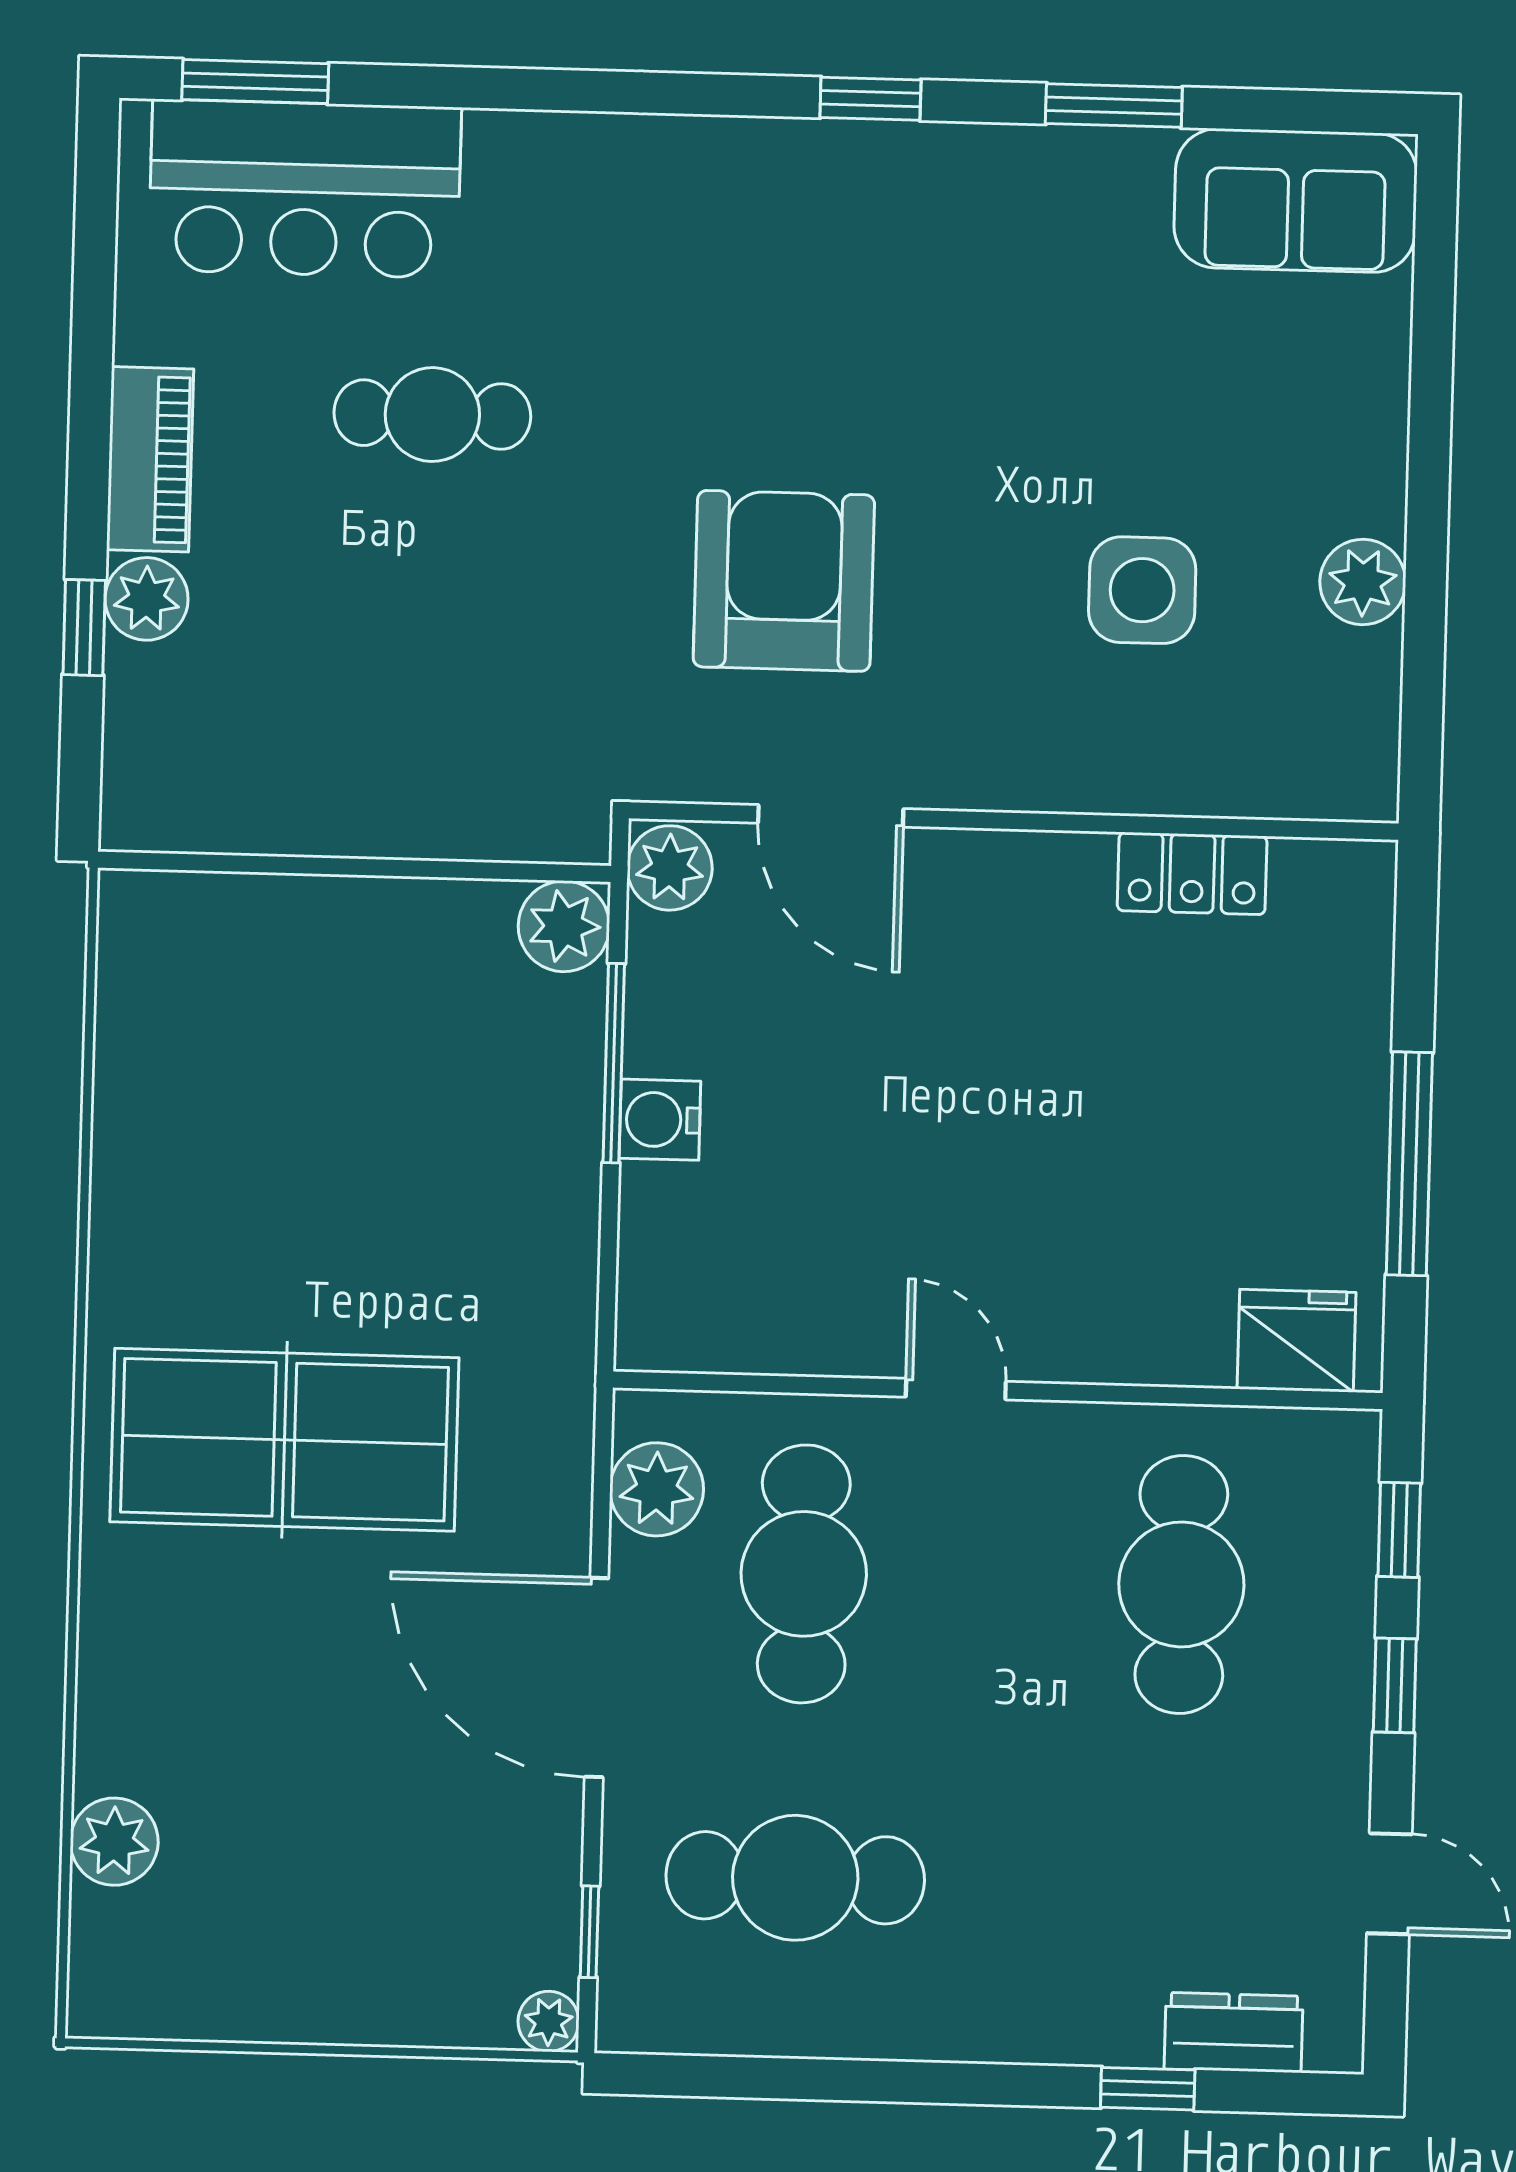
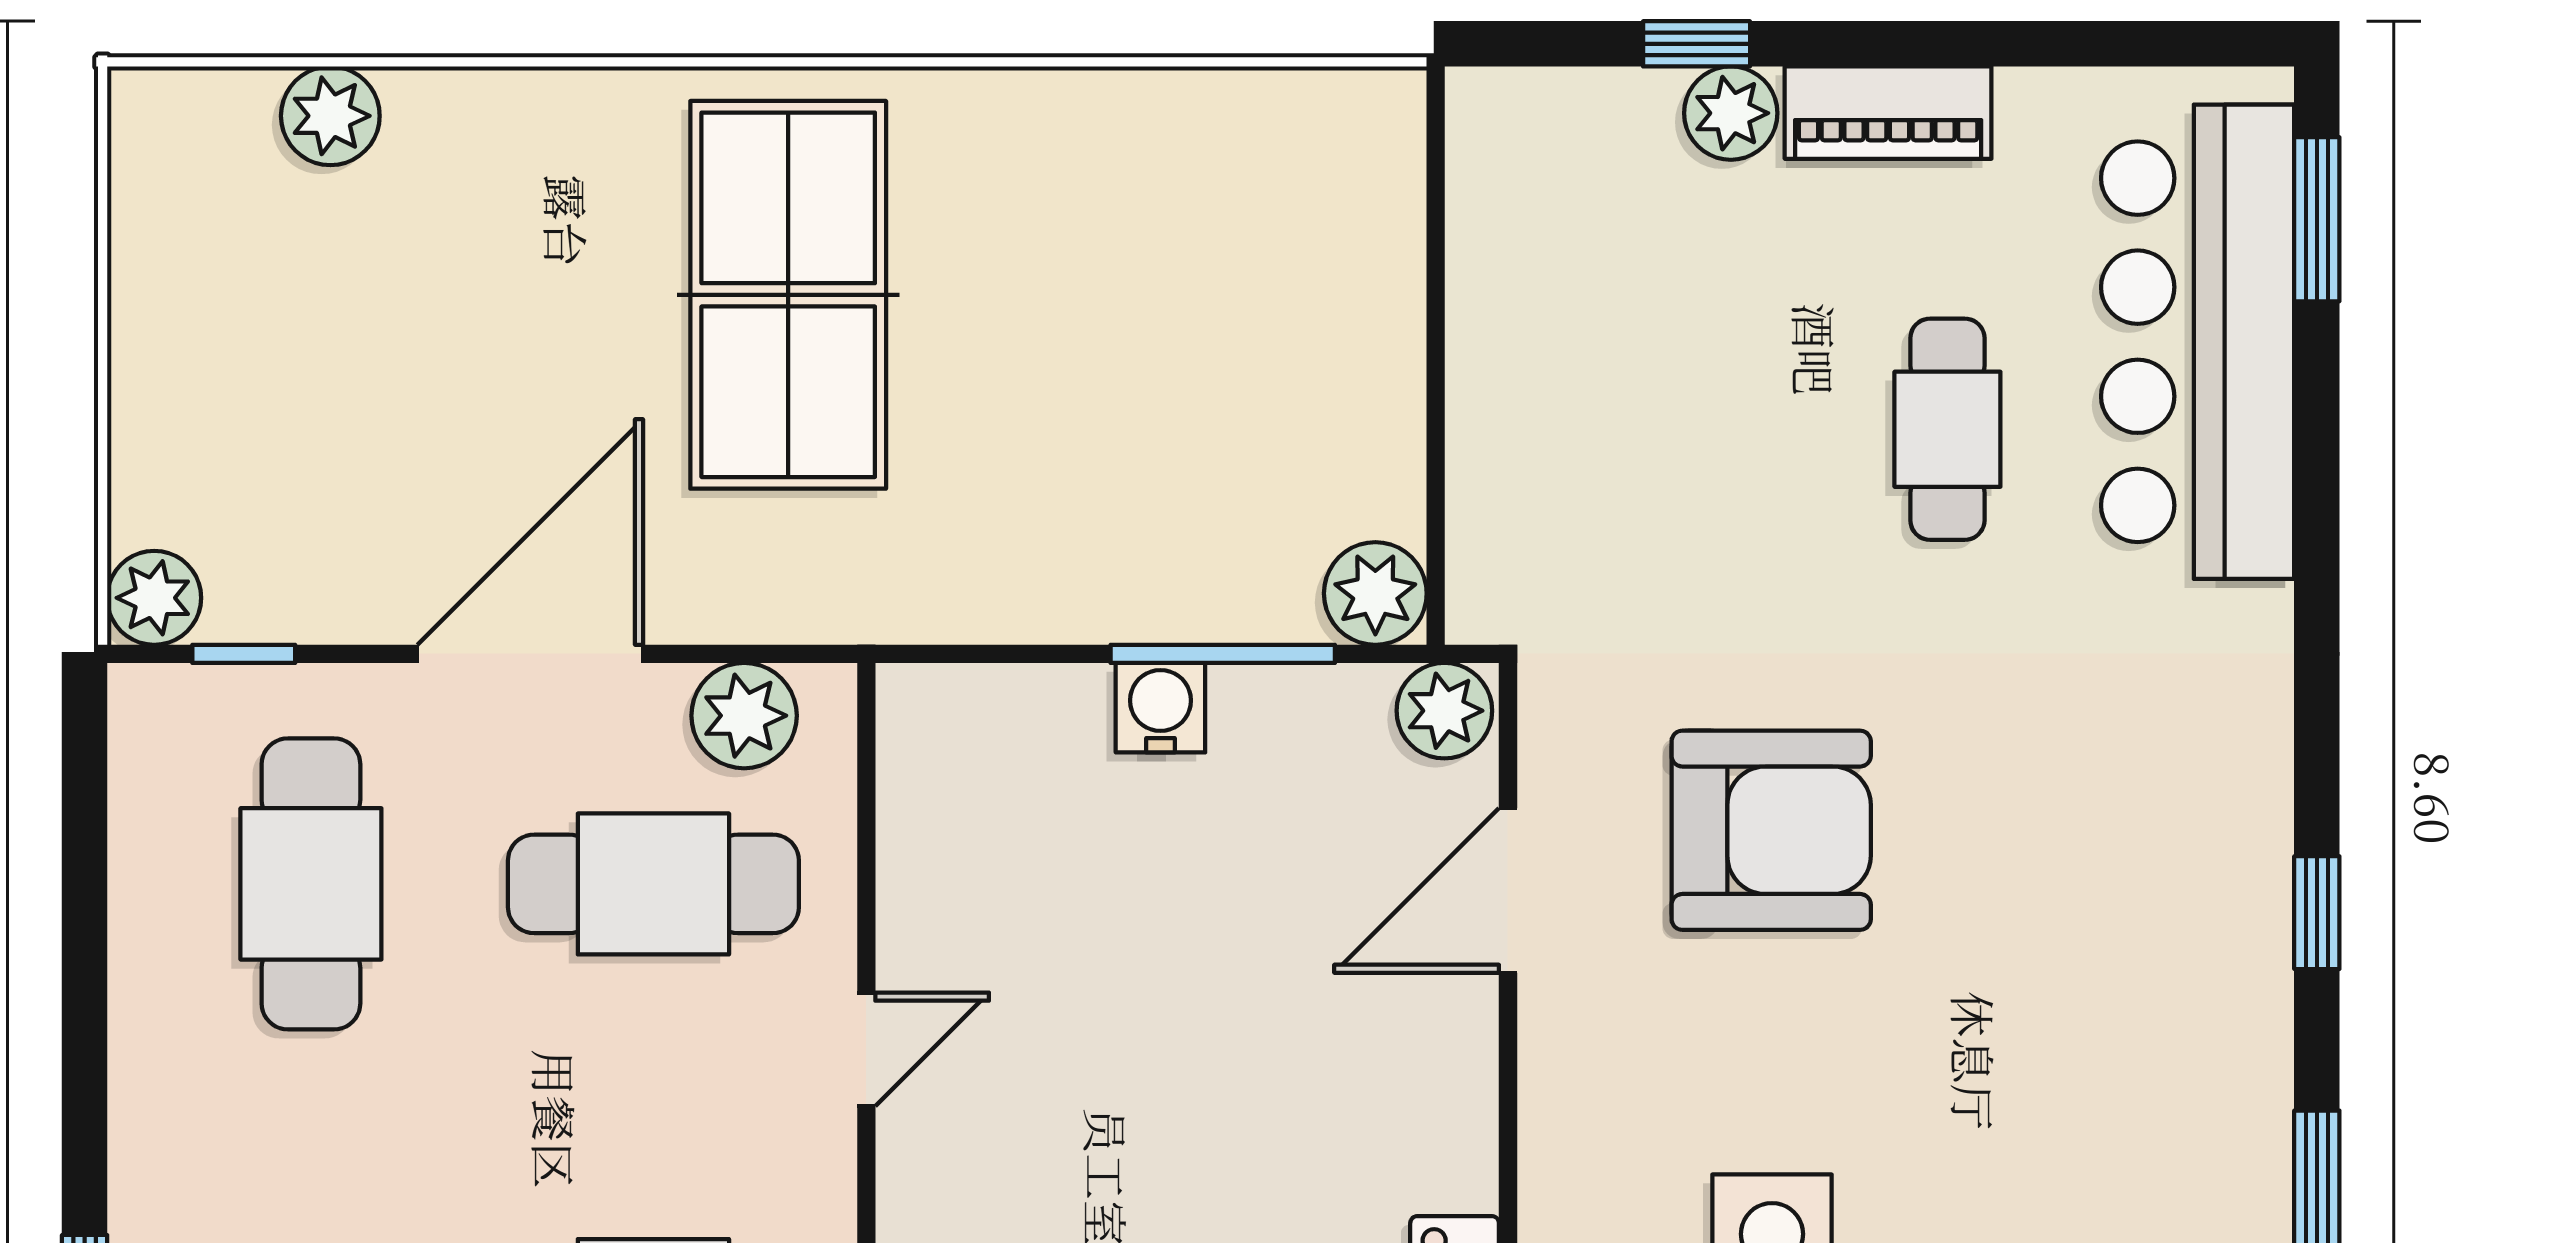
bar counter: (305, 189) -> (2198, 342), width x1.36
plant: (549, 2022) -> (154, 598), width x1.38, depth x1.38

